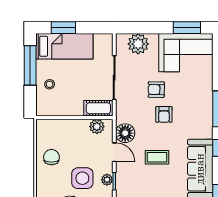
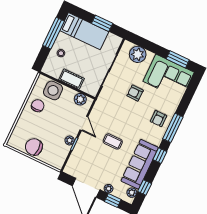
window: (63, 28) -> (102, 23), moved
cot: (98, 108) -> (71, 79), moved
armchair: (164, 114) -> (158, 119), moved
floor lamp: (125, 133) -> (98, 114), removed
side table: (82, 178) -> (53, 90), moved

